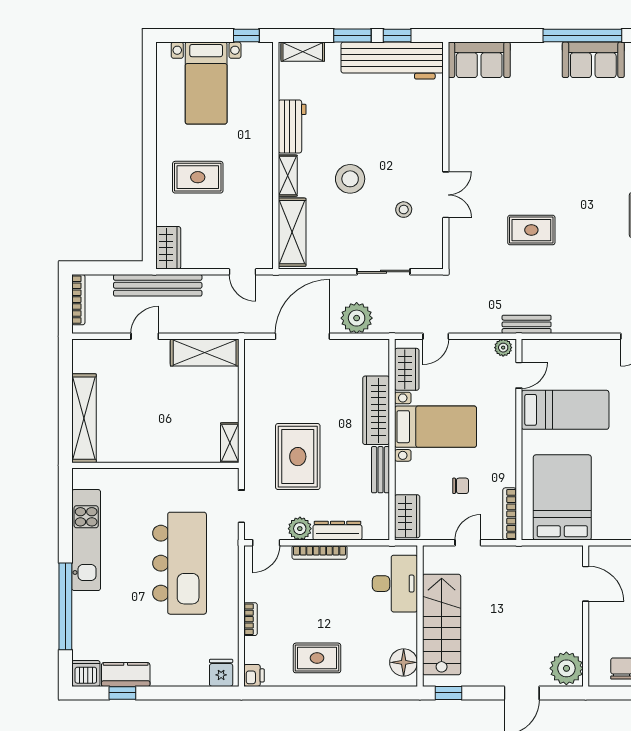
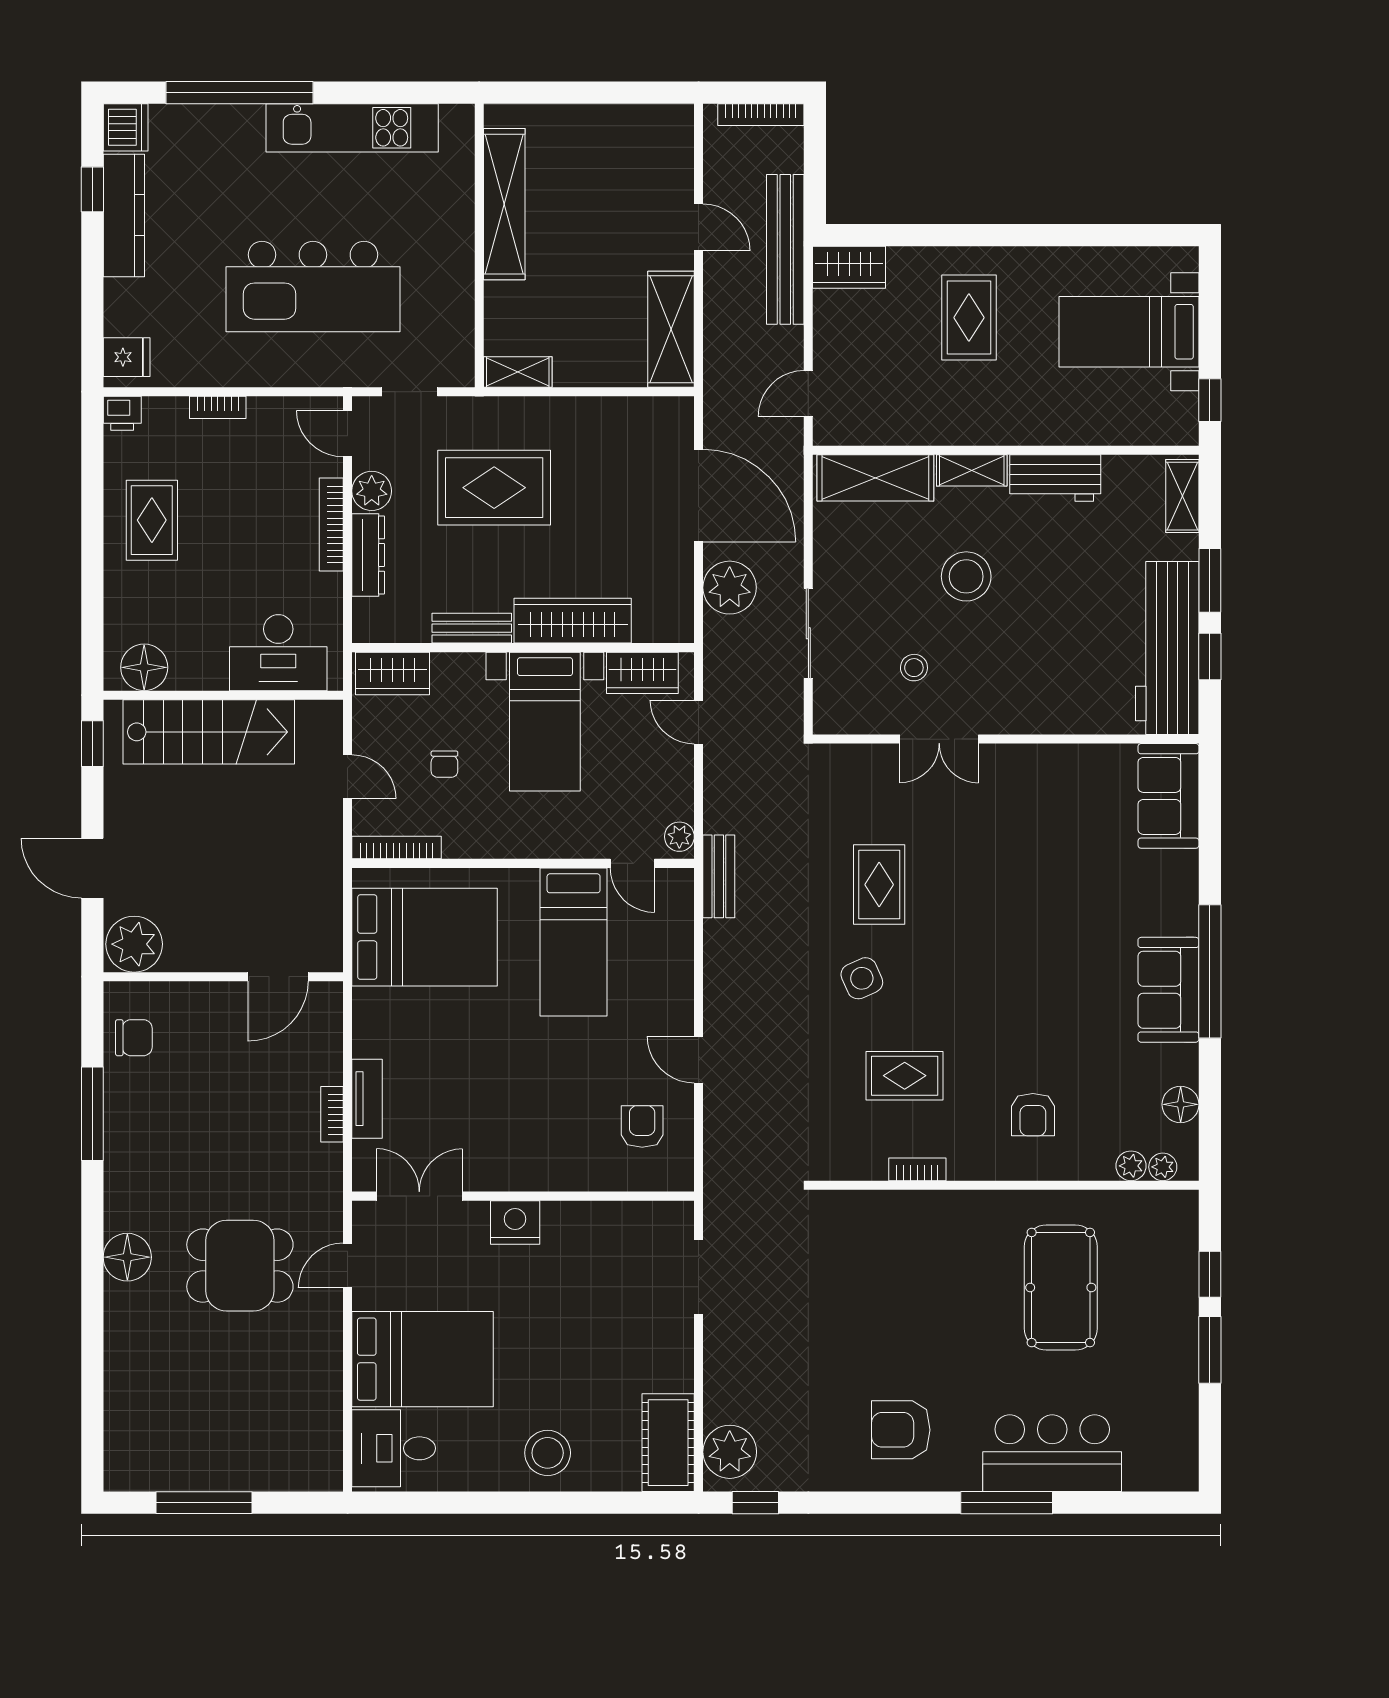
side table: (587, 240) -> (862, 978), added
shelving: (84, 418) -> (504, 204), moved, turned 90
kitchen counter: (126, 674) -> (124, 215), width x1.50

